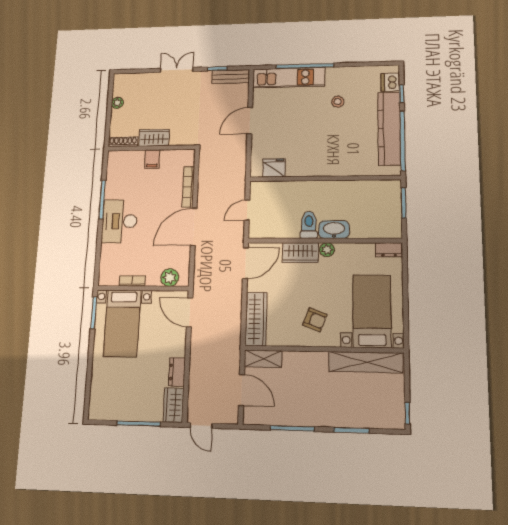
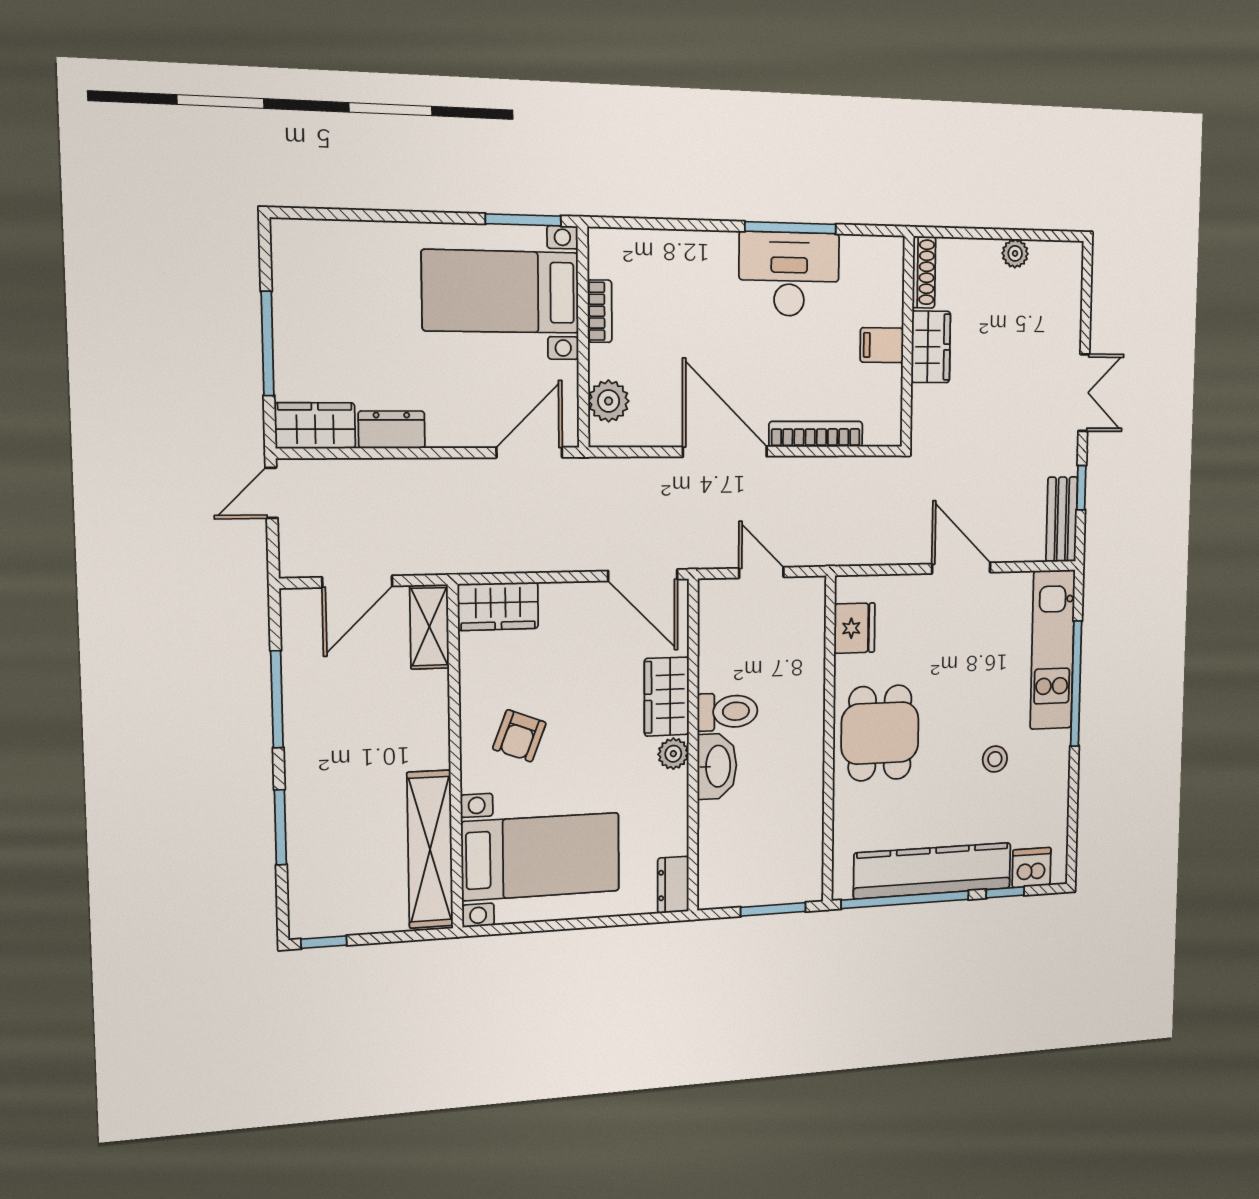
dining table: (323, 155) -> (880, 733), added
desk: (120, 221) -> (789, 274), moved
wardrobe: (256, 319) -> (498, 606), width x0.67

